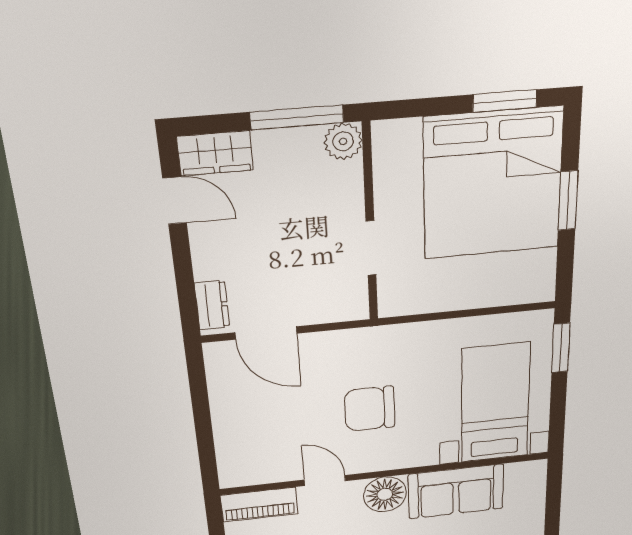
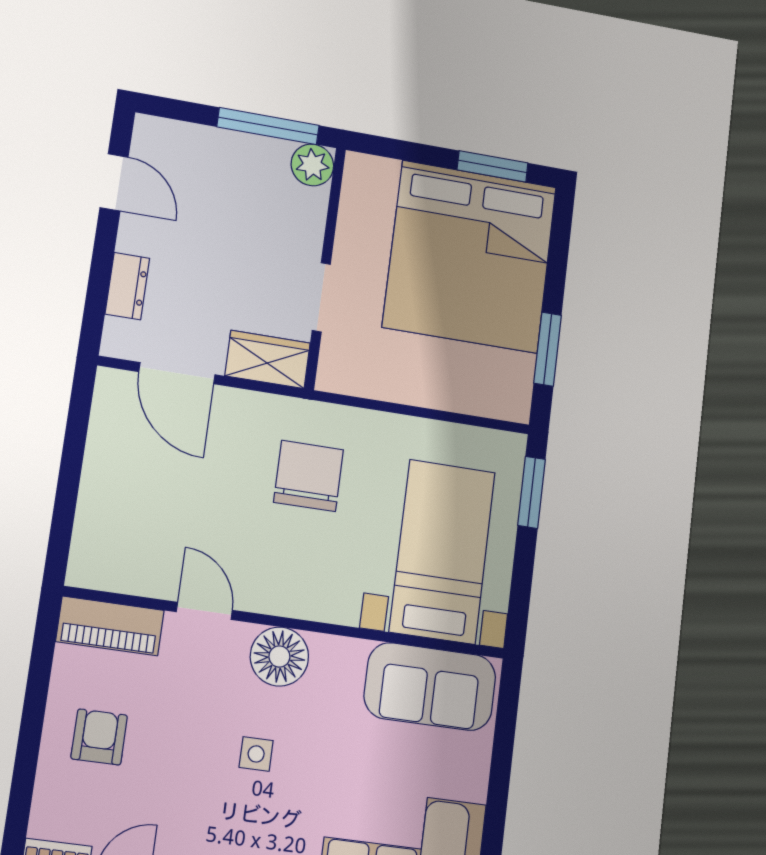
wardrobe: (215, 153) -> (268, 359), moved, turned 180
window: (568, 201) -> (548, 349), moved
dresser: (212, 305) -> (127, 286), moved
chair: (370, 409) -> (309, 476), moved, turned 90
sofa: (456, 491) -> (430, 687), moved

